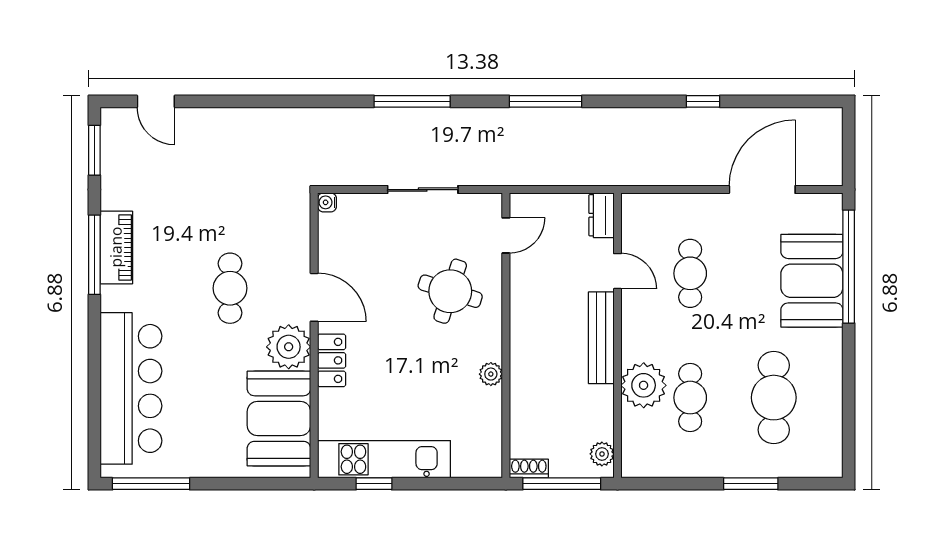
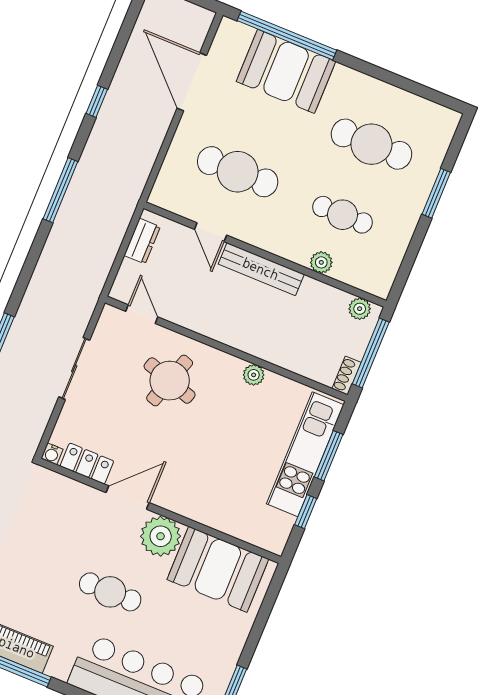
window: (546, 101) -> (60, 190), moved
dresser: (602, 215) -> (142, 241), moved, turned -90
door: (617, 271) -> (211, 232), swing flipped
cafe table: (690, 273) -> (238, 172), width x1.37, depth x1.35
cafe table: (230, 288) -> (110, 592), moved
locker: (332, 360) -> (87, 464), moved
plant: (644, 385) -> (321, 262), width x0.53, depth x0.53
kitchen unit: (384, 459) -> (305, 454), moved
window: (440, 484) -> (329, 456), added

